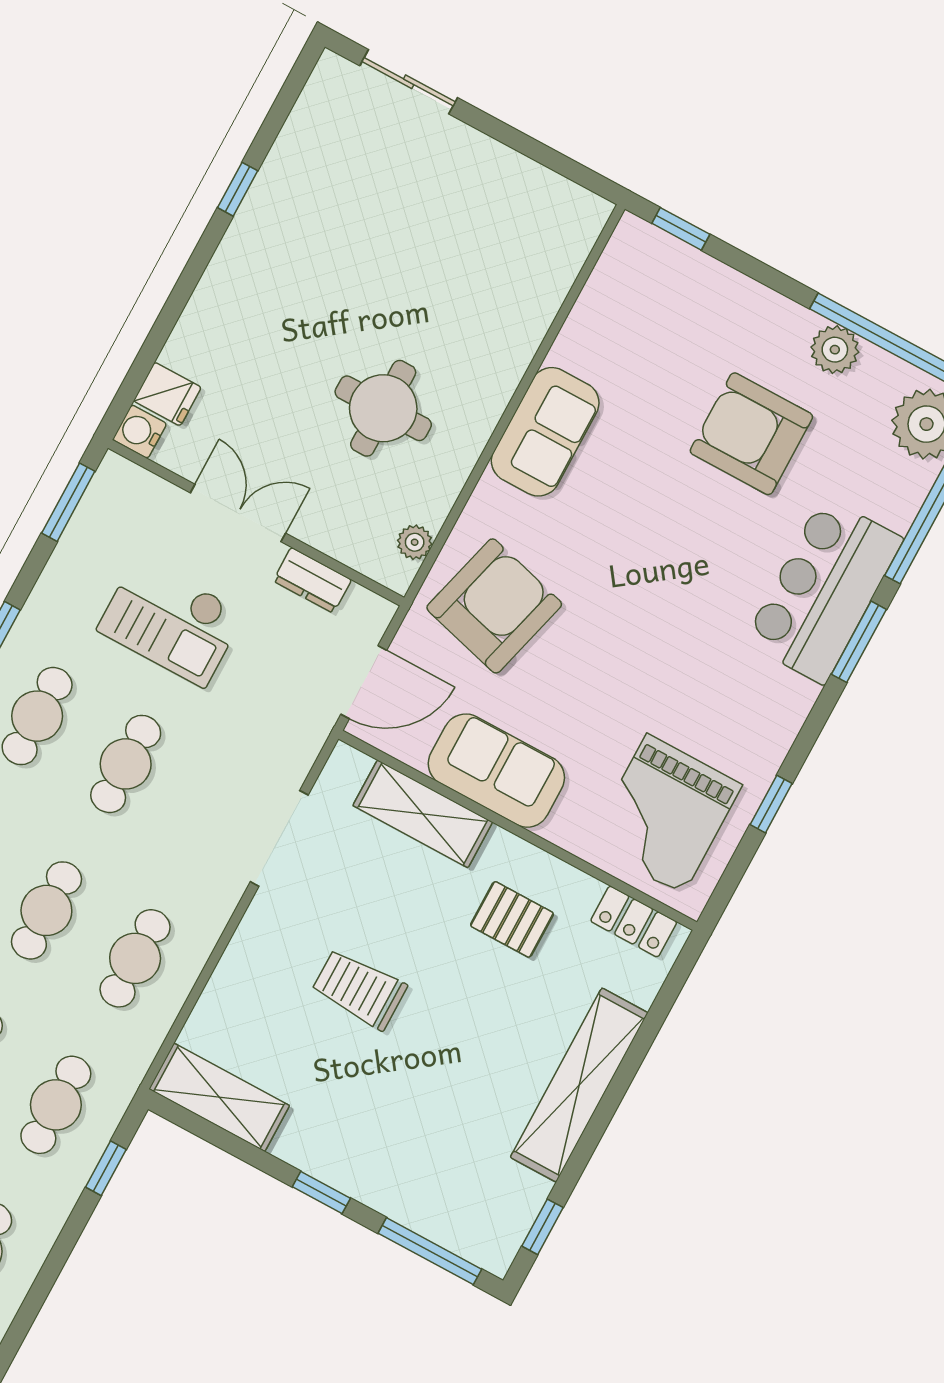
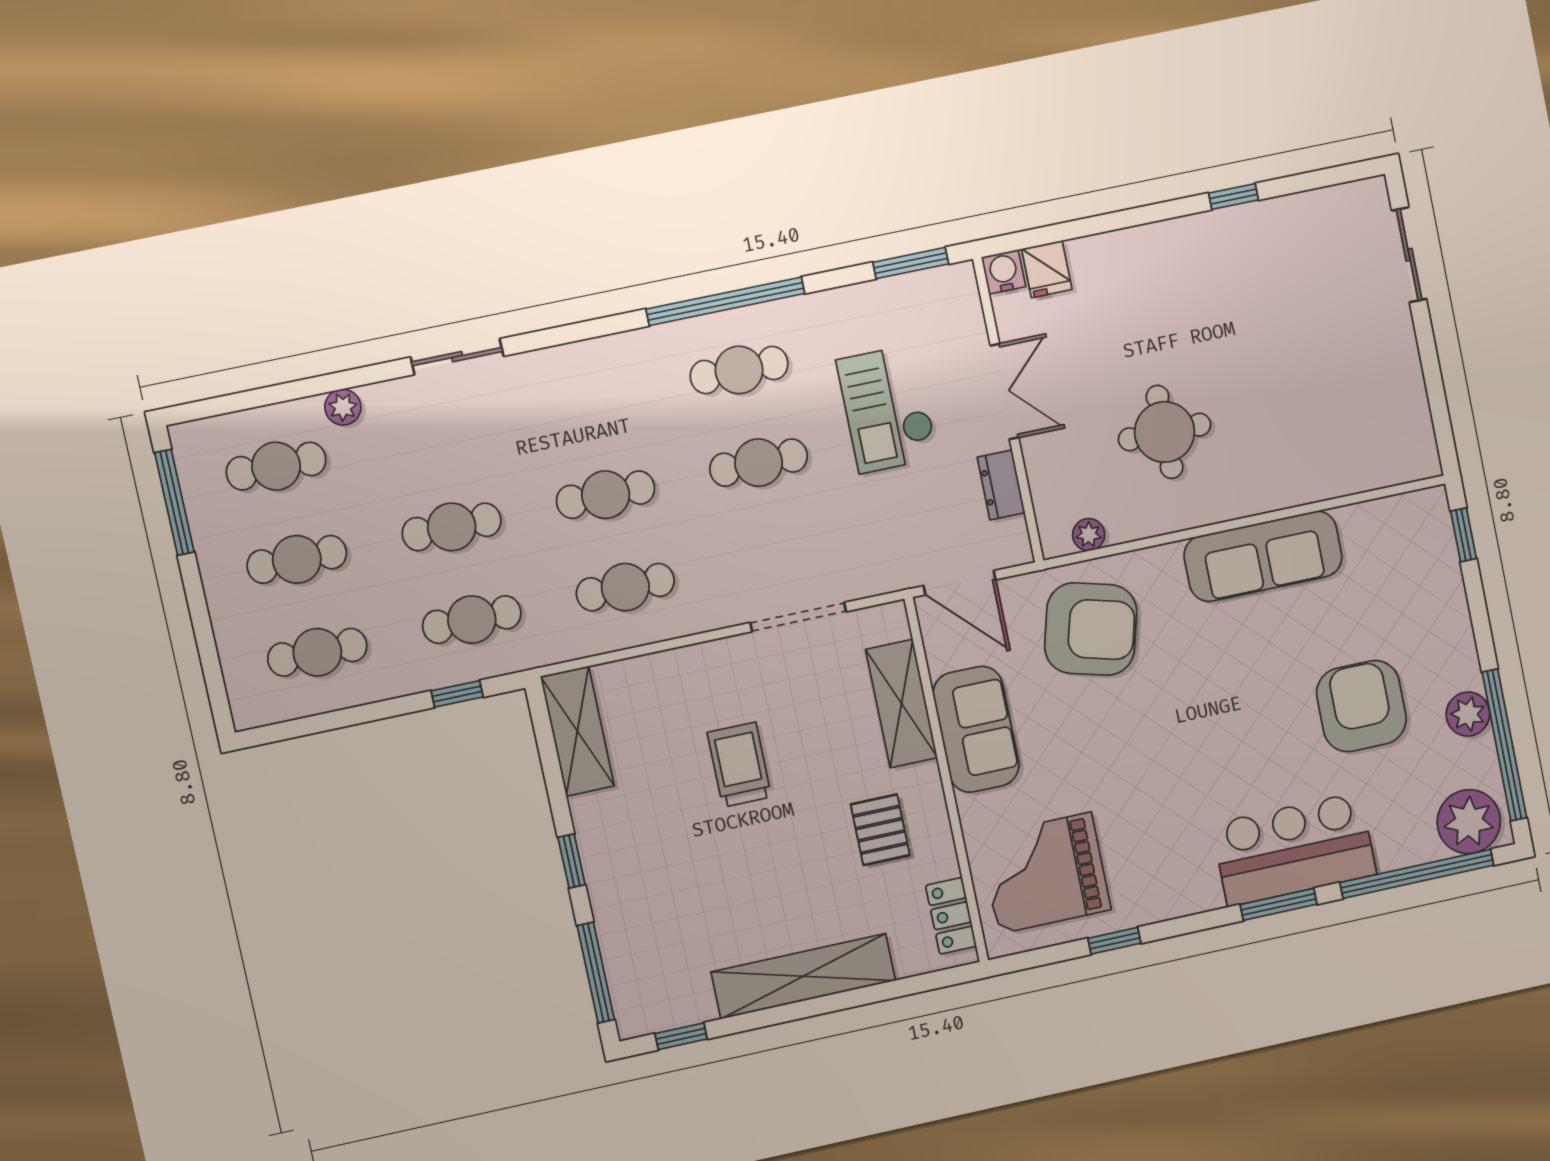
sofa: (545, 432) -> (1263, 556), width x1.36

